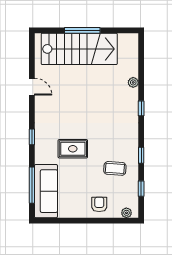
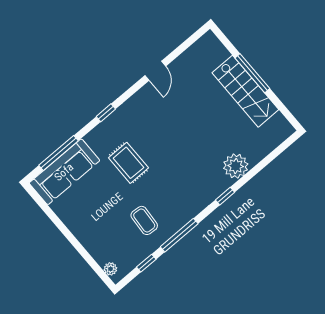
stairs: (79, 49) -> (245, 91), width x0.73, depth x0.66
plant: (133, 82) -> (236, 166), width x1.88, depth x1.88
window: (141, 155) -> (179, 235), width x2.17
armchair: (99, 204) -> (96, 235), removed

